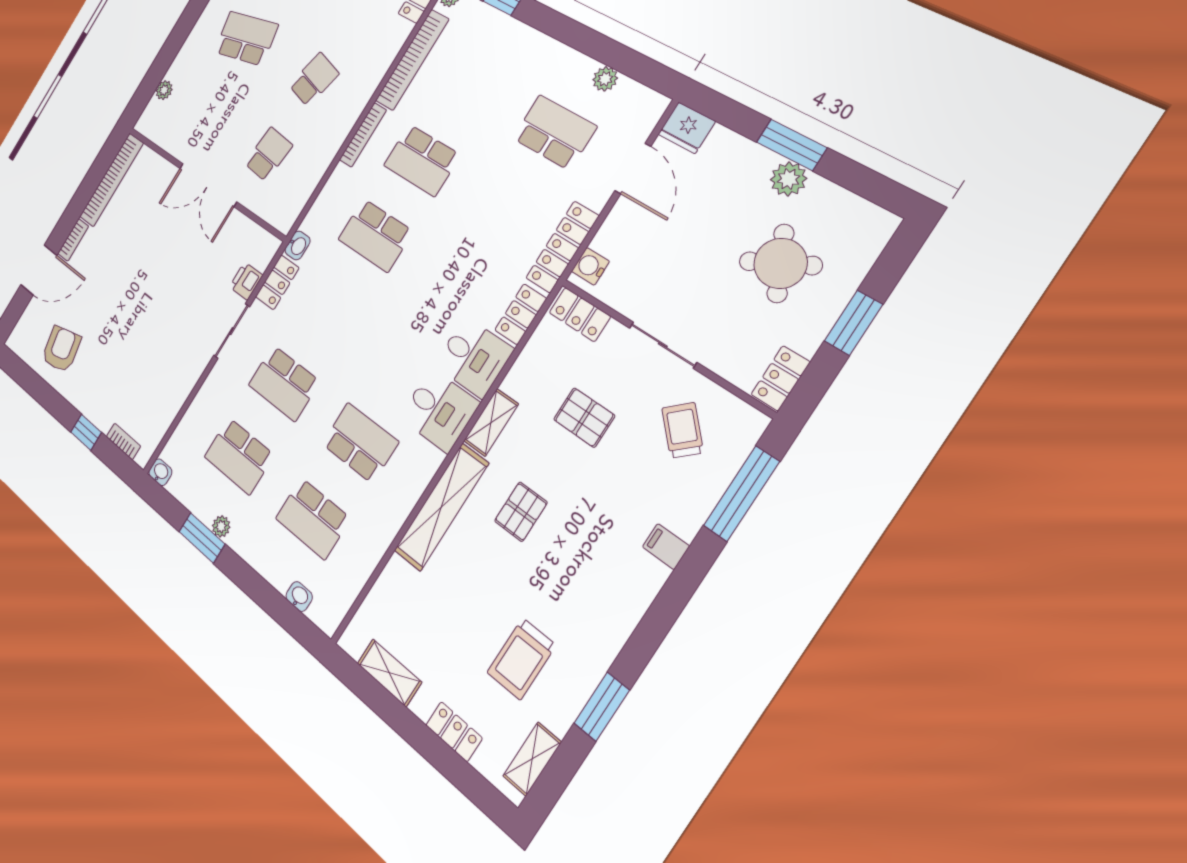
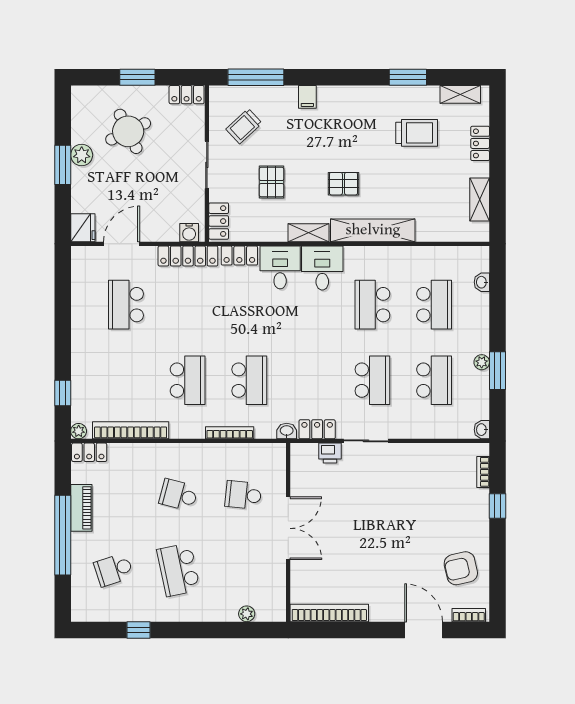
plant: (605, 79) -> (79, 294), removed
bookcase: (363, 135) -> (230, 433), moved
bookcase: (73, 240) -> (469, 615), moved

